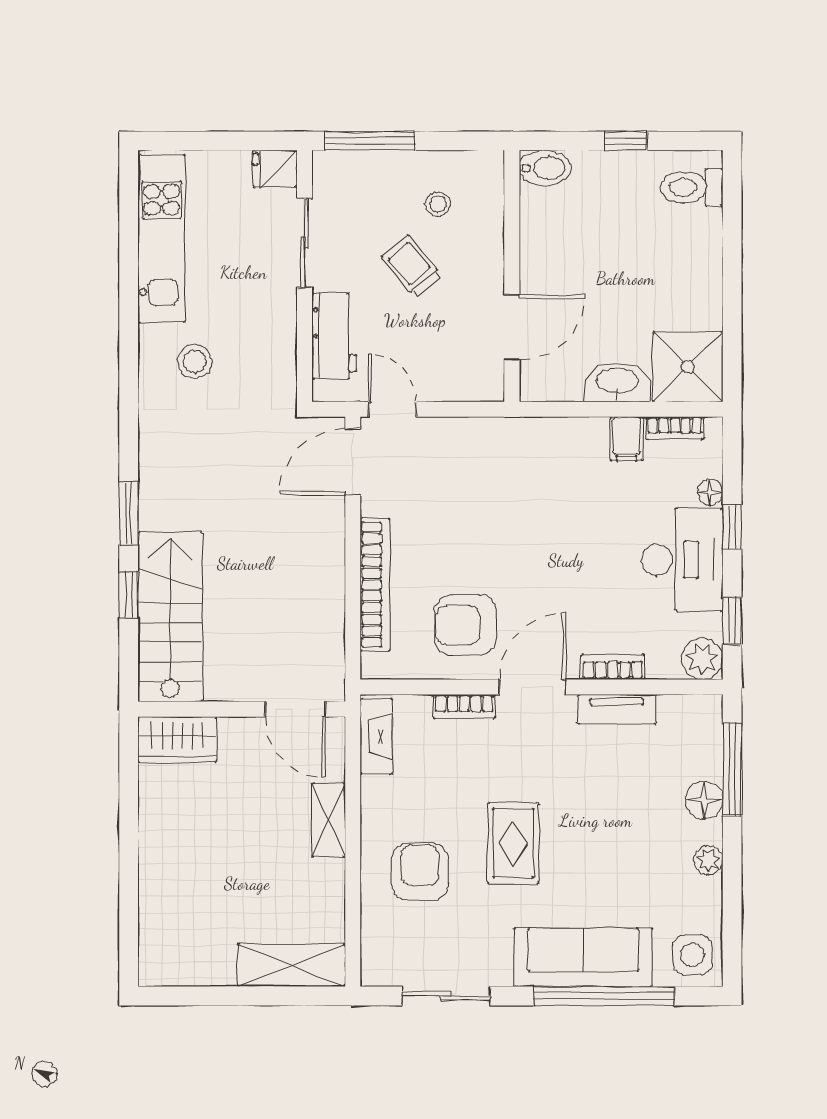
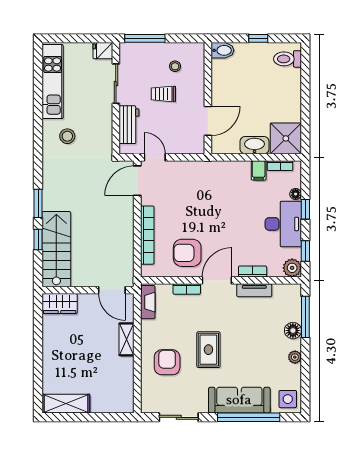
trolley: (412, 266) -> (163, 94), turned -50
shelving: (292, 965) -> (66, 404), moved

